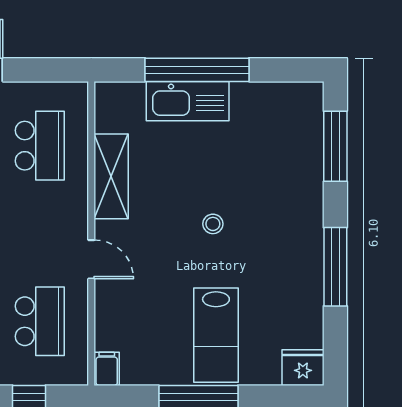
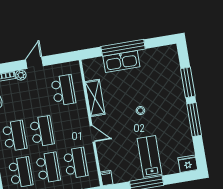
window: (335, 146) -> (188, 82), moved
lab bench: (216, 335) -> (149, 156), turned 180

